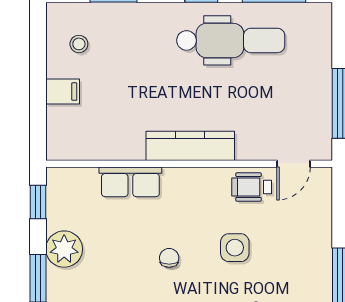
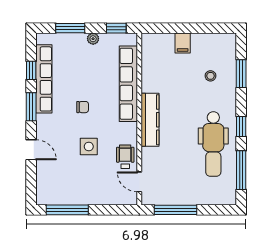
stool: (79, 44) -> (210, 76), moved
row of seats: (130, 182) -> (128, 84), width x2.02
plant: (64, 249) -> (93, 39), width x0.53, depth x0.53

